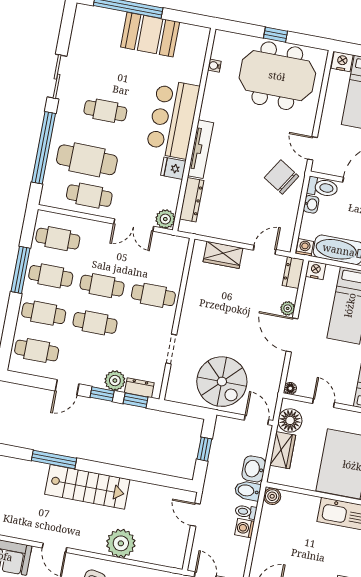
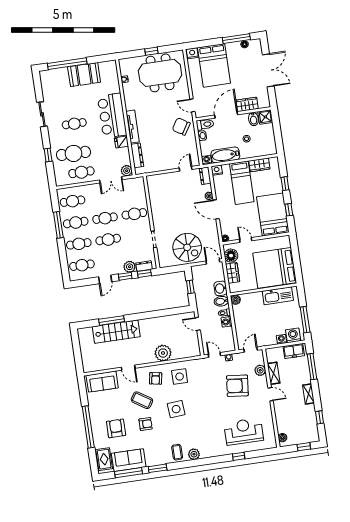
window: (44, 148) -> (48, 155), width x0.32
wardrobe: (223, 255) -> (164, 179), removed
stairs: (87, 487) -> (116, 332), moved

